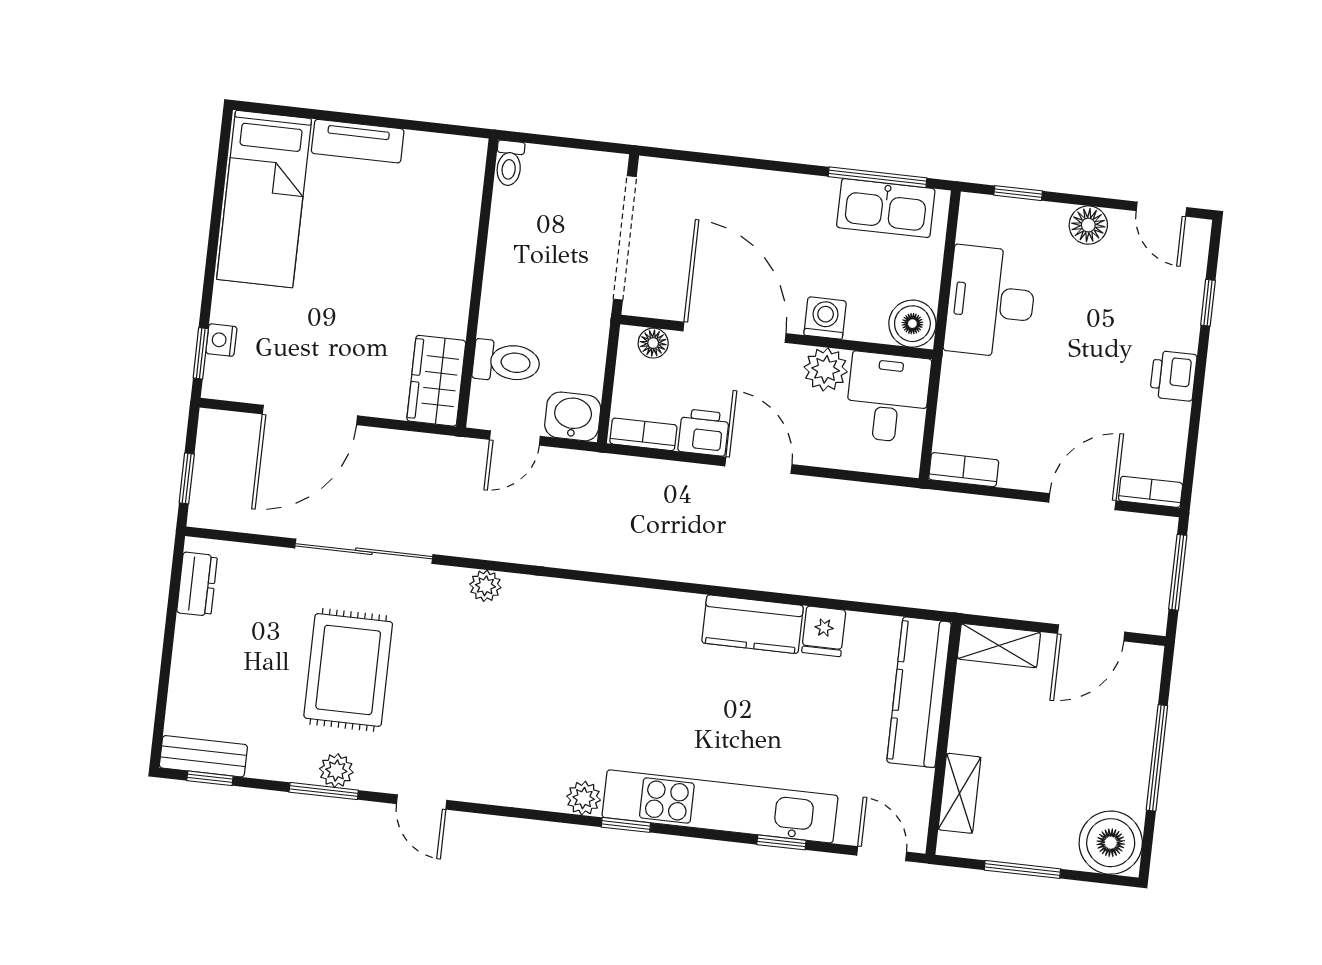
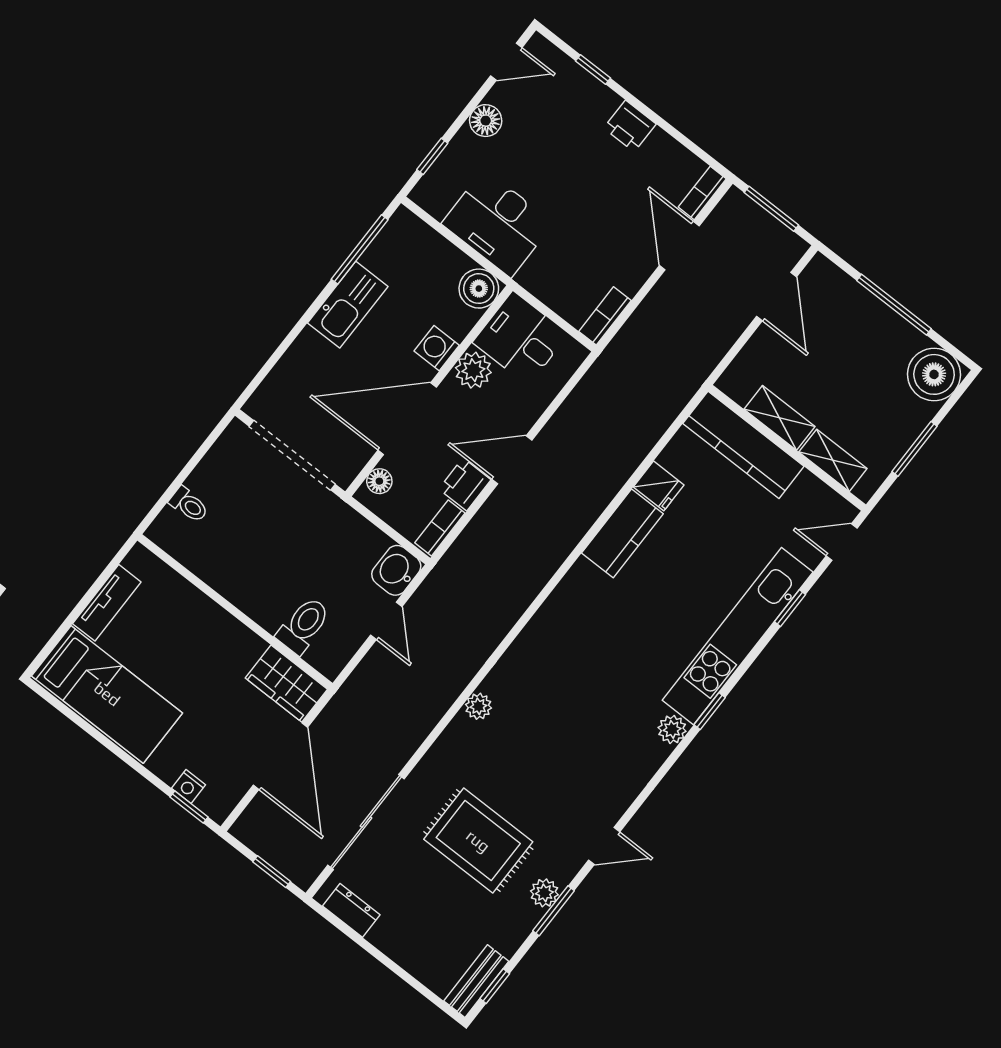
kitchen sink: (886, 208) -> (348, 305), moved
wall: (477, 283) -> (235, 612), moved
toilet: (506, 362) -> (304, 625), moved
wardrobe: (436, 381) -> (286, 684), moved
sliding door: (364, 551) -> (366, 822), moved
shelving: (999, 646) -> (780, 418), moved, turned 90

